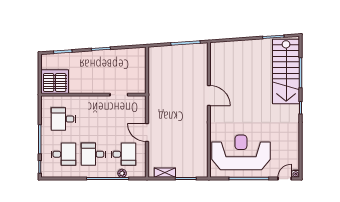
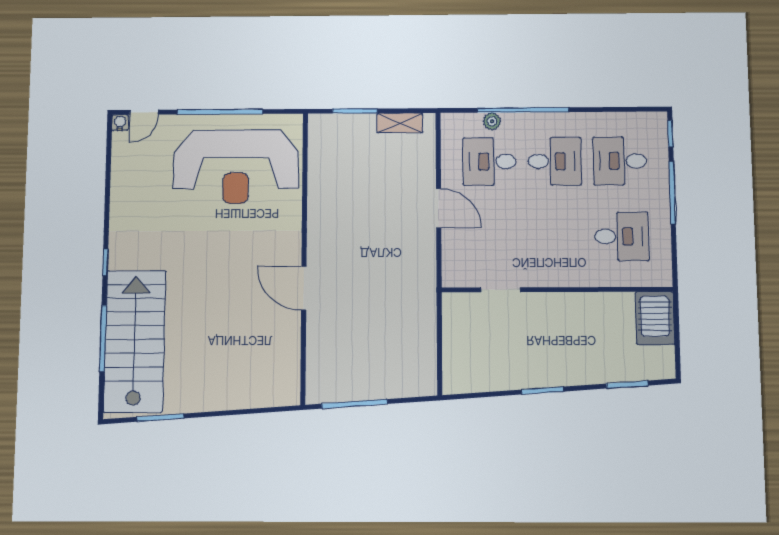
server rack: (55, 82) -> (655, 318), width x0.62

